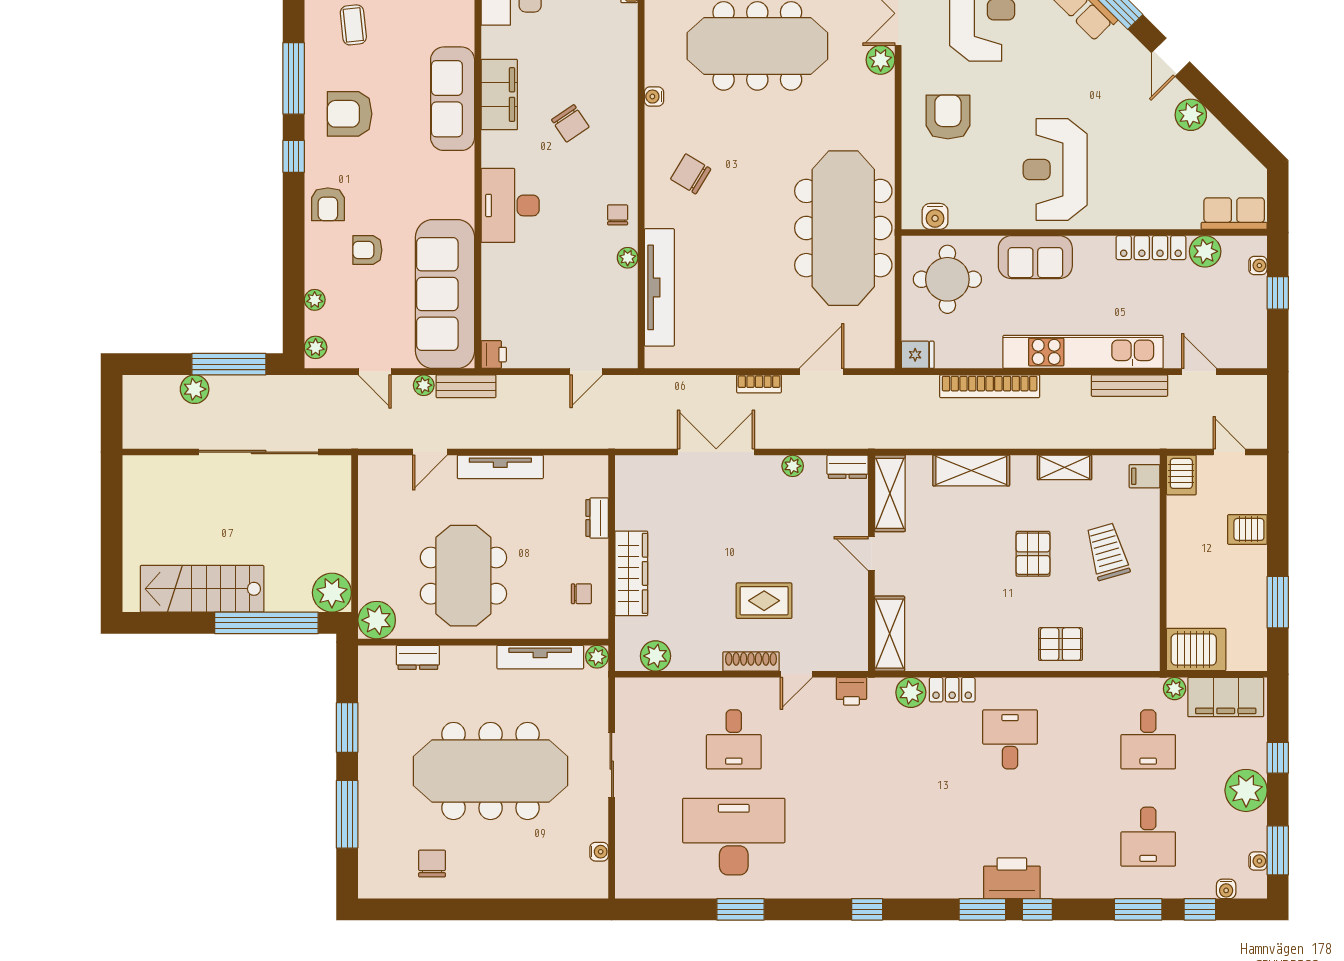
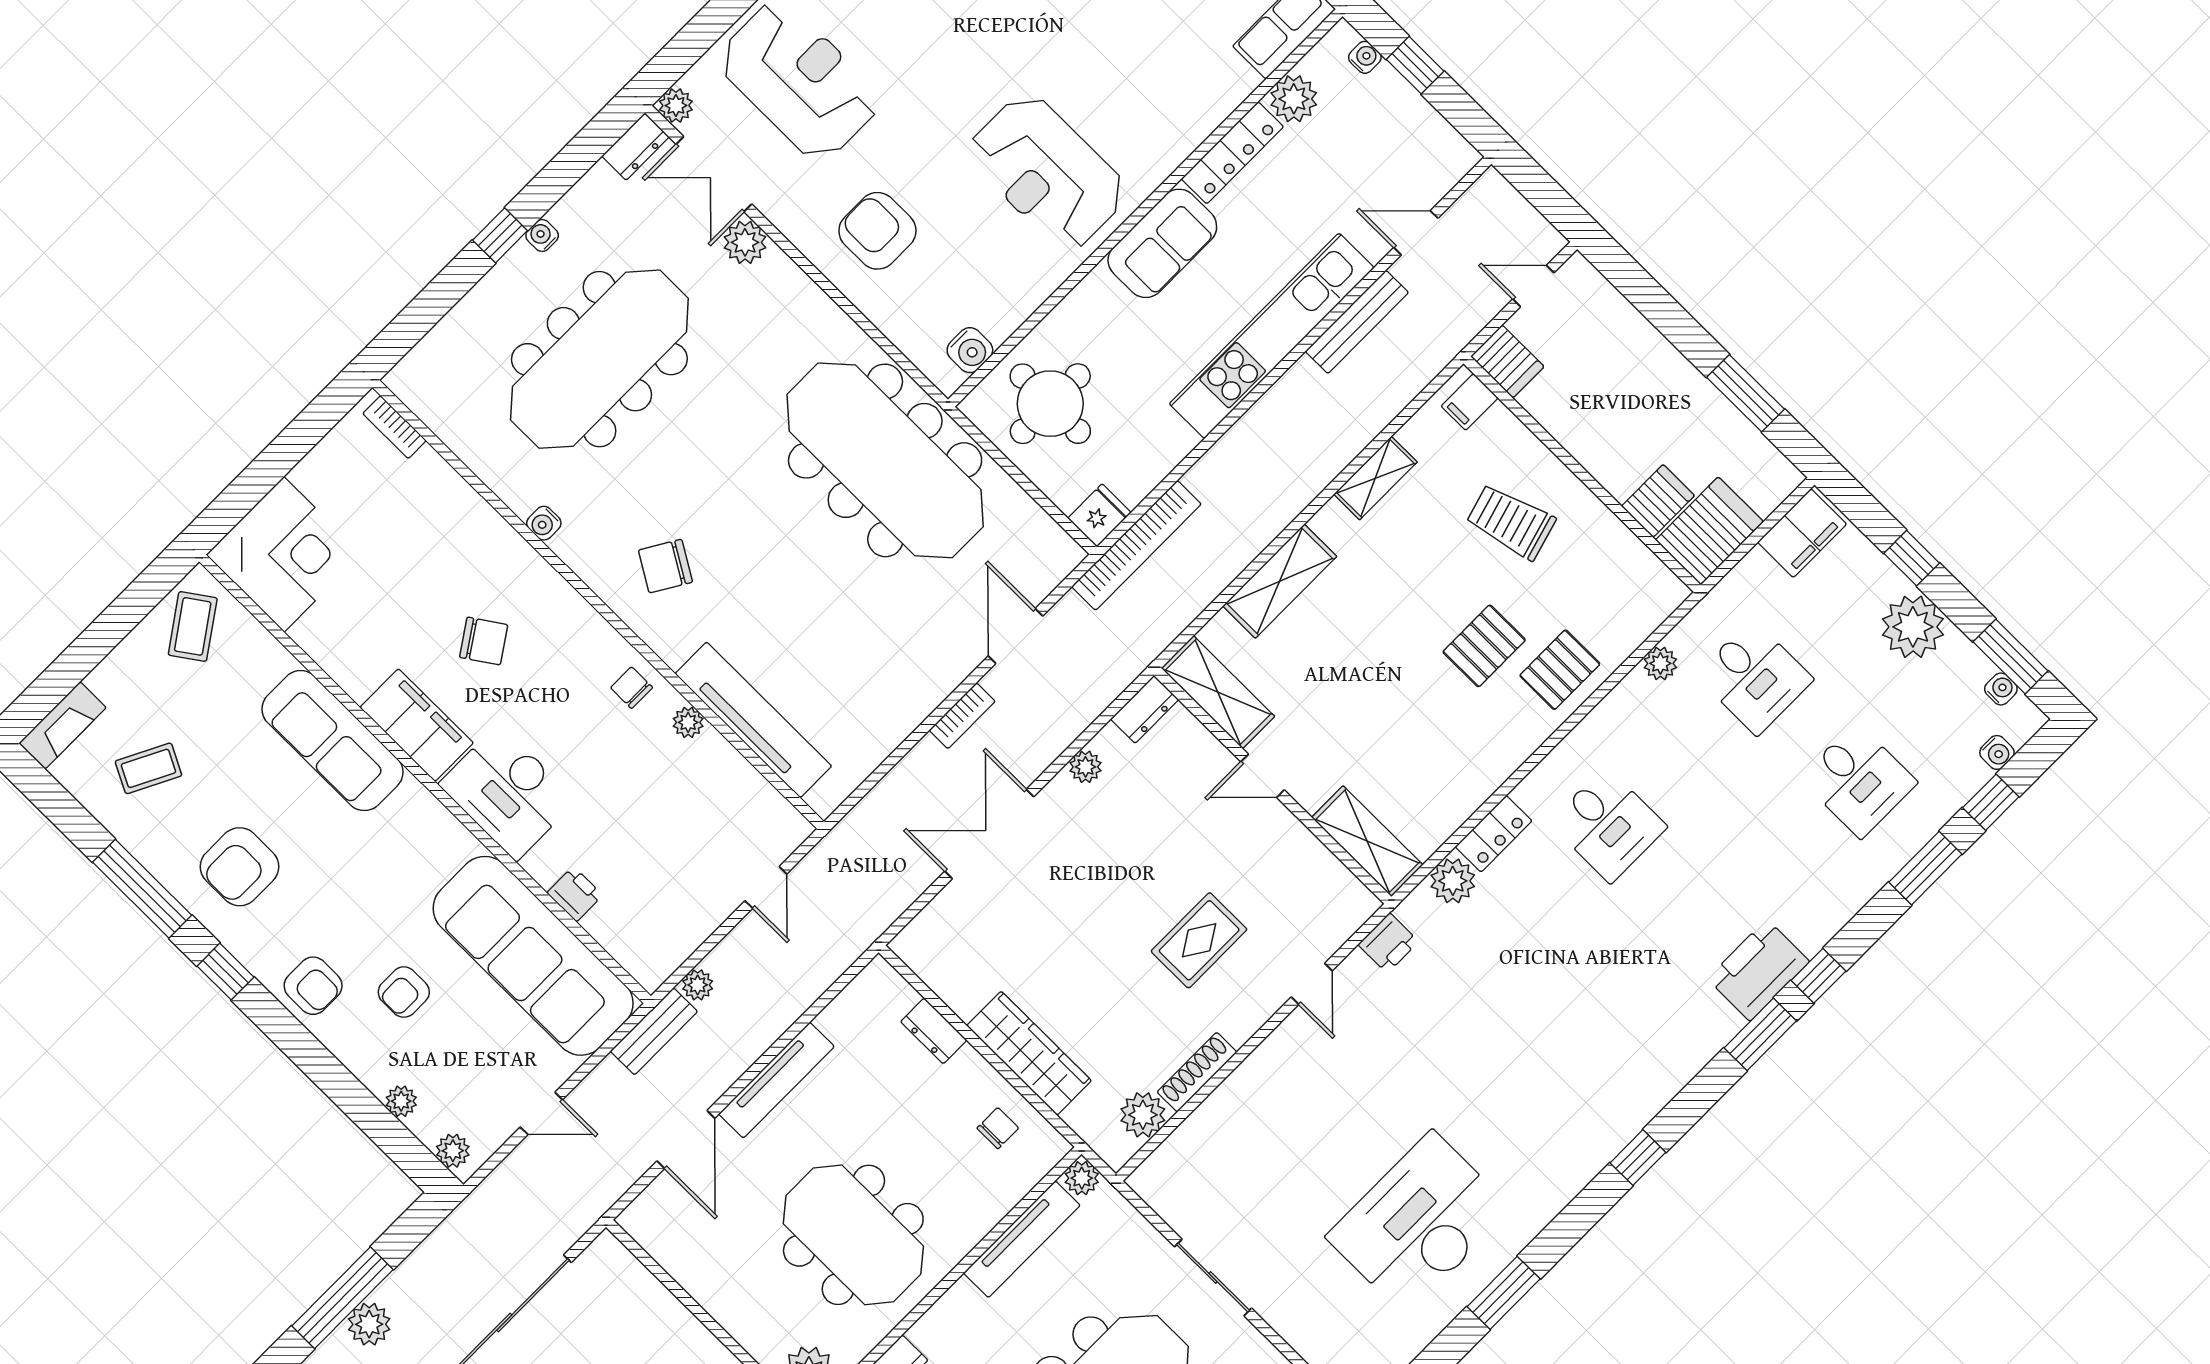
coffee table: (353, 25) -> (148, 768), turned -57
filing cabinet: (499, 95) -> (417, 725), moved
sofa: (1035, 257) -> (1162, 243), moved
printer: (494, 355) -> (575, 894), moved
window: (229, 364) -> (343, 1298), moved
plant: (424, 385) -> (698, 985), moved
bookcase: (990, 386) -> (1136, 545), moved
door: (430, 452) -> (686, 1140), width x1.38
server rack: (1247, 529) -> (1658, 501), moved, turned 180
pallet: (1033, 554) -> (1484, 646), moved, turned 90
shoe rack: (751, 661) -> (1197, 1072), moved
plant: (1175, 689) -> (1660, 663), moved
filing cabinet: (1226, 697) -> (1802, 533), width x0.67, depth x0.86
desk: (734, 739) -> (1315, 1120), removed
desk: (1010, 739) -> (1608, 825), turned 180

